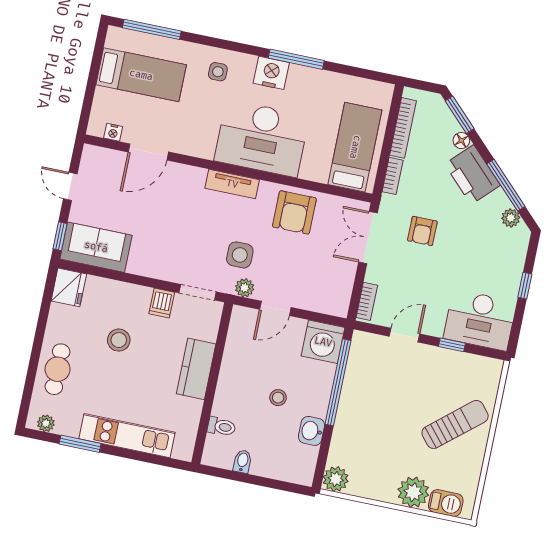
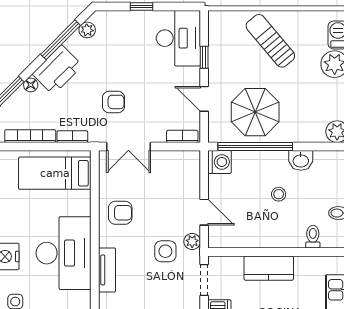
armchair: (294, 212) -> (120, 213), width x0.72, depth x0.72
washing machine: (323, 342) -> (220, 162), width x0.73, depth x0.73
parasol: (377, 390) -> (255, 112), added

